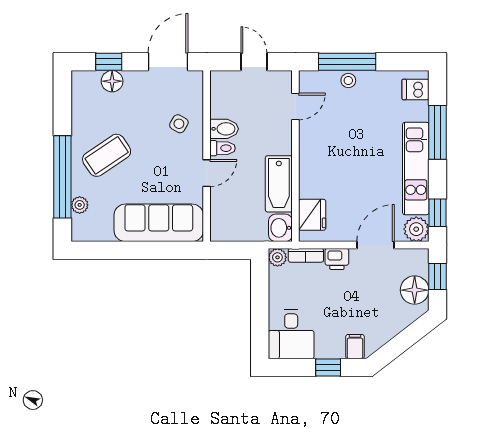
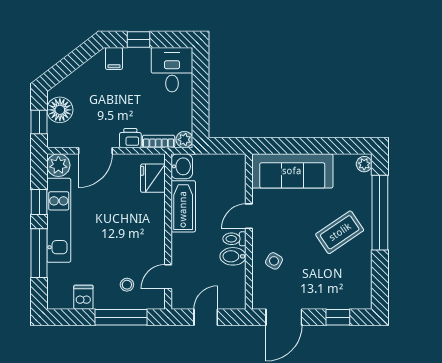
door: (254, 62) -> (206, 317), swing flipped
floor lamp: (112, 81) -> (335, 300), removed
stool: (348, 81) -> (127, 285), moved
dishwasher: (415, 89) -> (83, 297), moved, turned -90
plant: (80, 205) -> (364, 164), moved
window: (437, 213) -> (39, 202), moved

